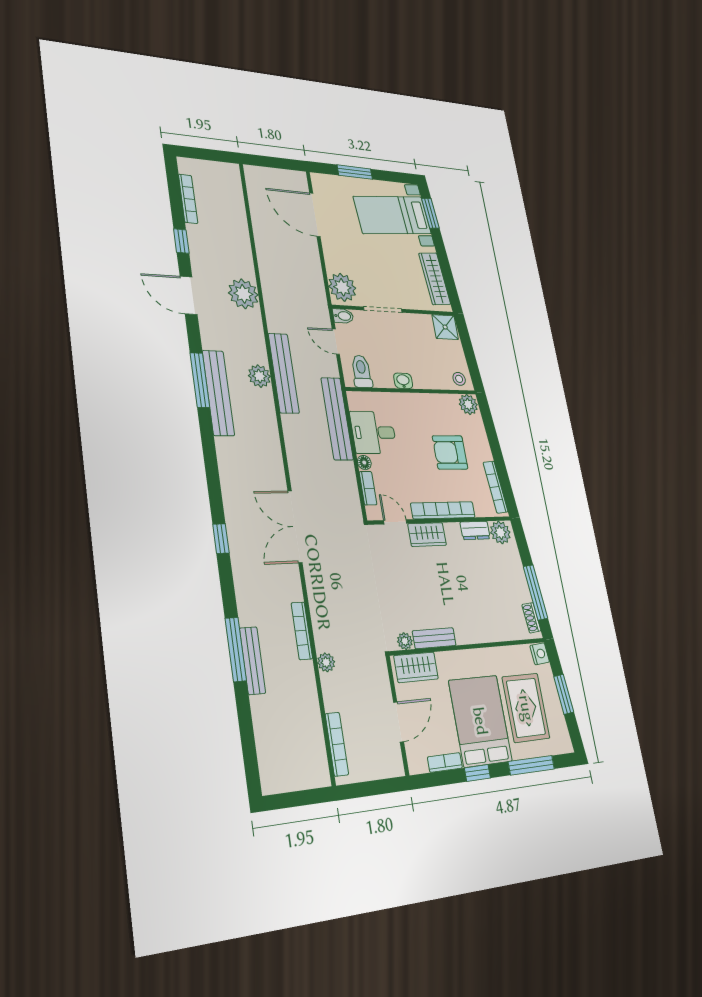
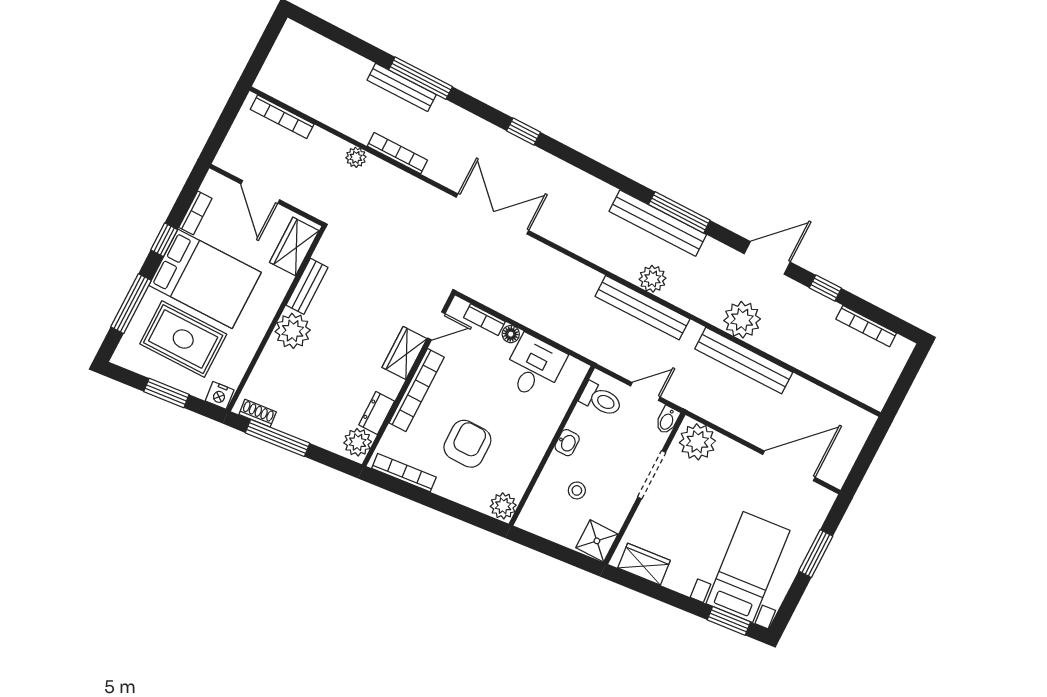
wardrobe: (435, 279) -> (644, 564), width x0.67
stool: (459, 379) -> (577, 490), moved
bench: (337, 419) -> (744, 361), moved
plant: (405, 641) -> (293, 331), moved, width x1.88, depth x1.88

